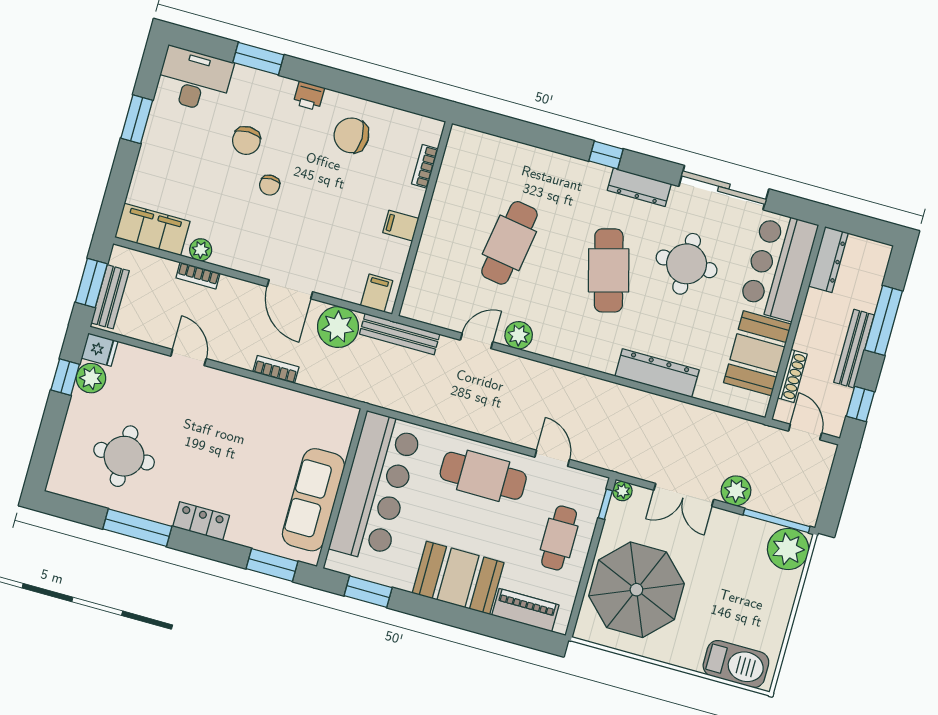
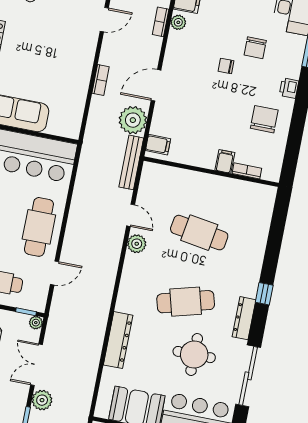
chair: (246, 141) -> (255, 48), turned -90
filing cabinet: (401, 226) -> (225, 161), moved

